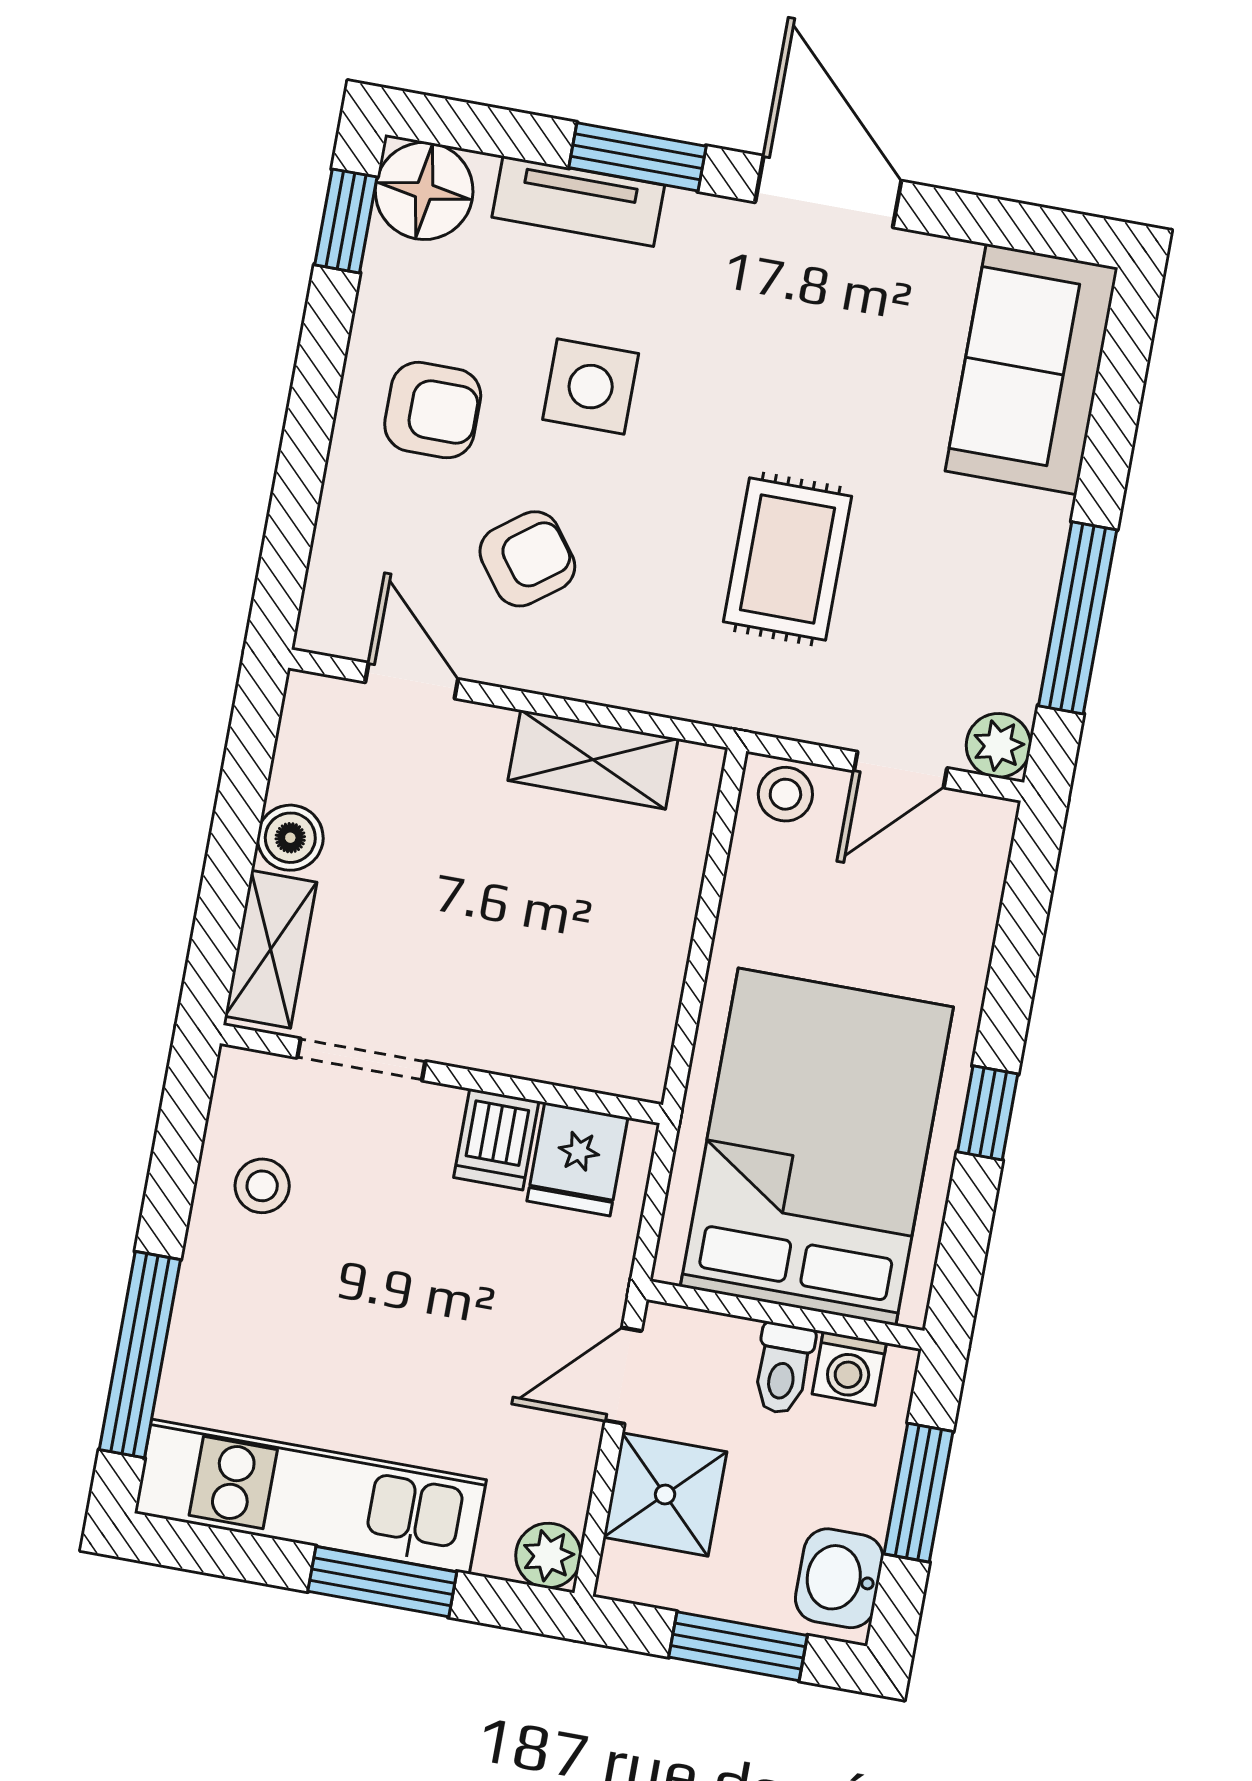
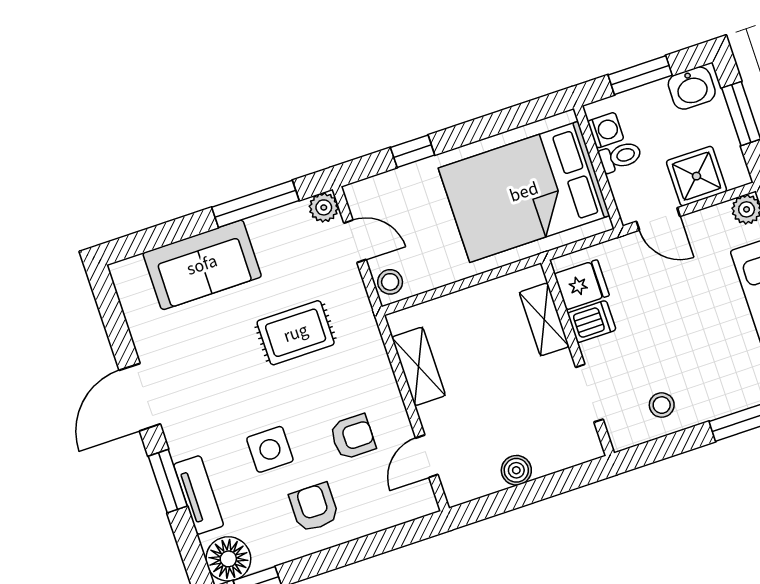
sofa: (1032, 369) -> (202, 265), moved
armchair: (527, 559) -> (353, 437), turned 127
shelving: (271, 949) -> (544, 319), moved, turned 90
window: (988, 1113) -> (413, 151), moved

